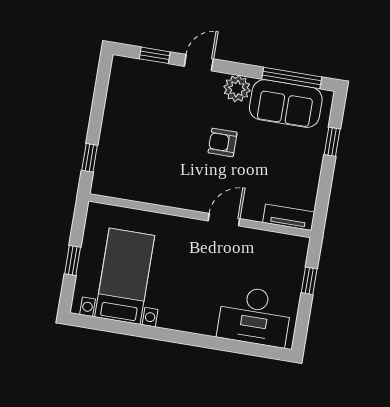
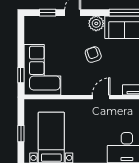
armchair: (223, 142) -> (93, 55), turned 70
corner sofa: (129, 154) -> (42, 70), added

